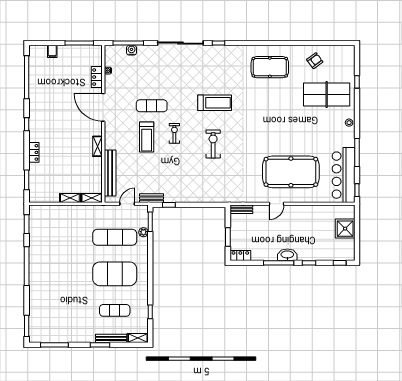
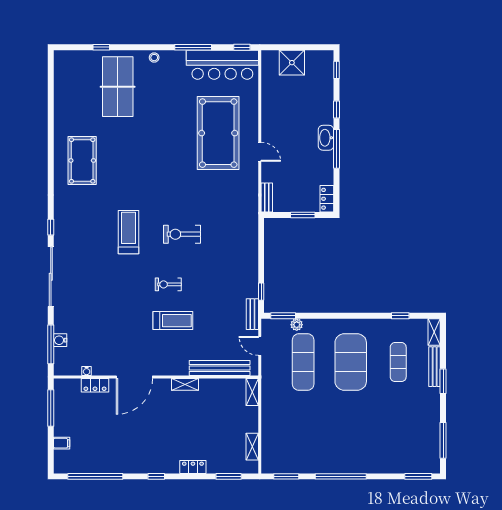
armchair: (315, 61) -> (74, 102), removed
exercise mat: (152, 106) -> (132, 314), removed
shelving: (70, 198) -> (252, 447), moved

